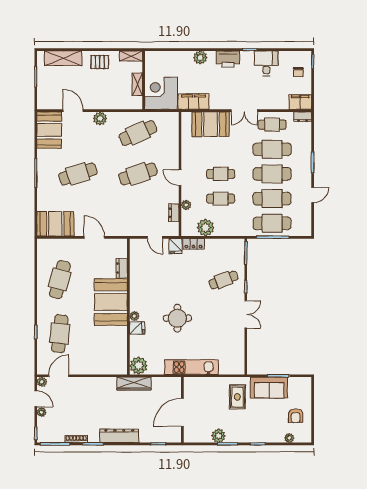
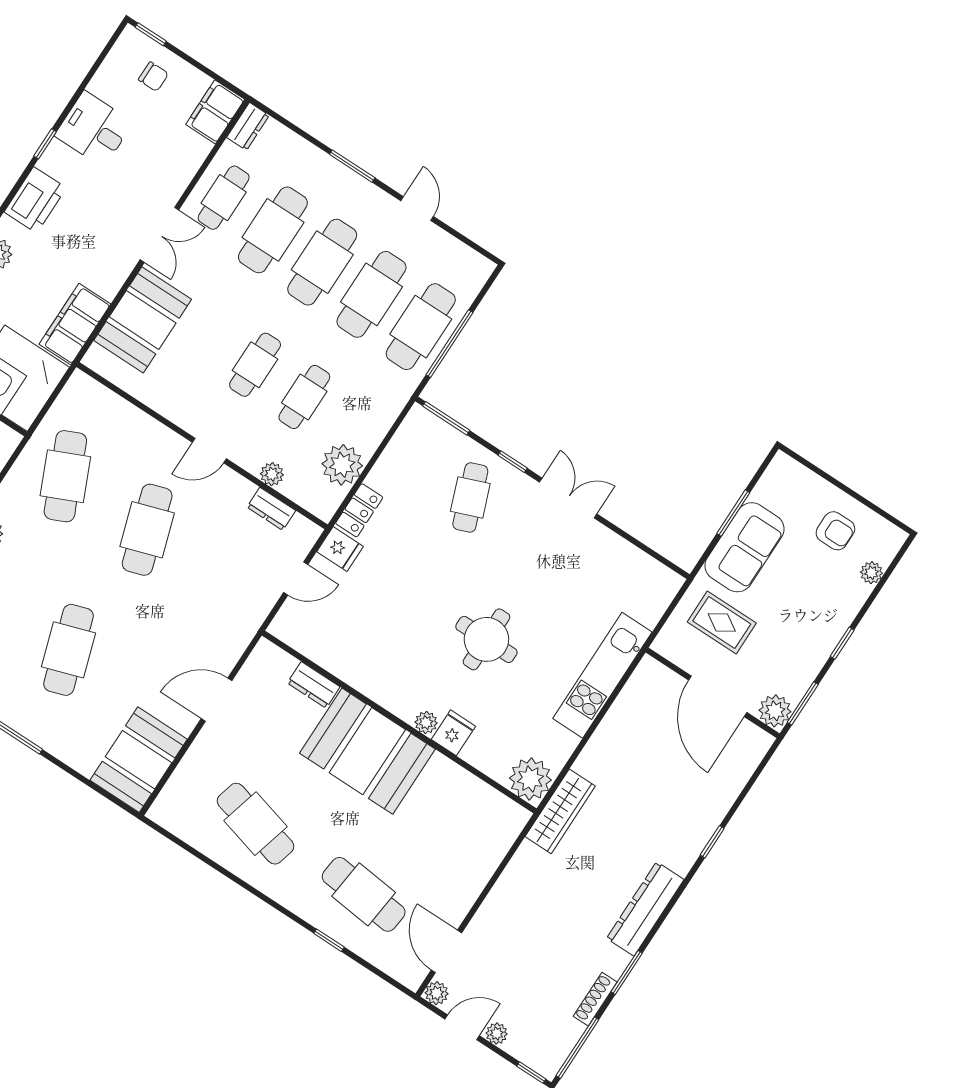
wall: (182, 410) -> (713, 693), moved
door: (182, 412) -> (718, 696), moved

